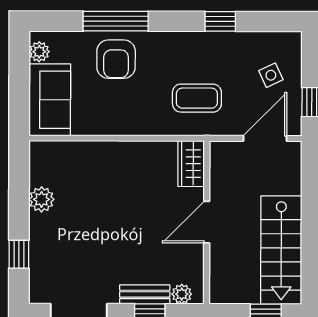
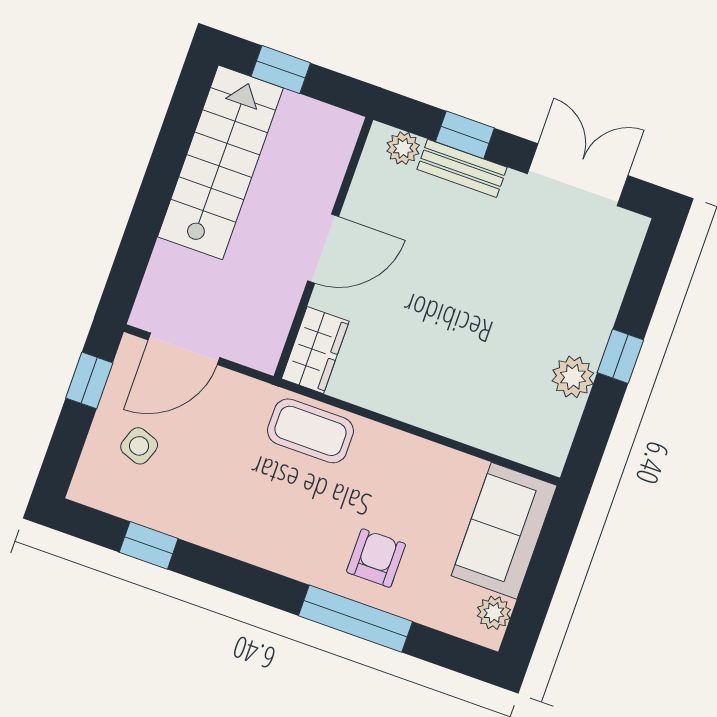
window: (220, 21) -> (149, 545), moved
armchair: (116, 59) -> (376, 558), width x0.72, depth x0.72
side table: (271, 75) -> (139, 446), turned 45
coffee table: (197, 98) -> (310, 431), moved
window: (19, 254) -> (620, 356), moved

